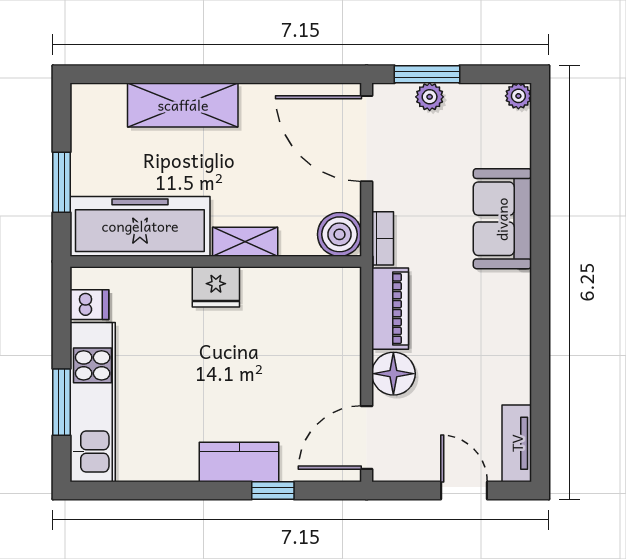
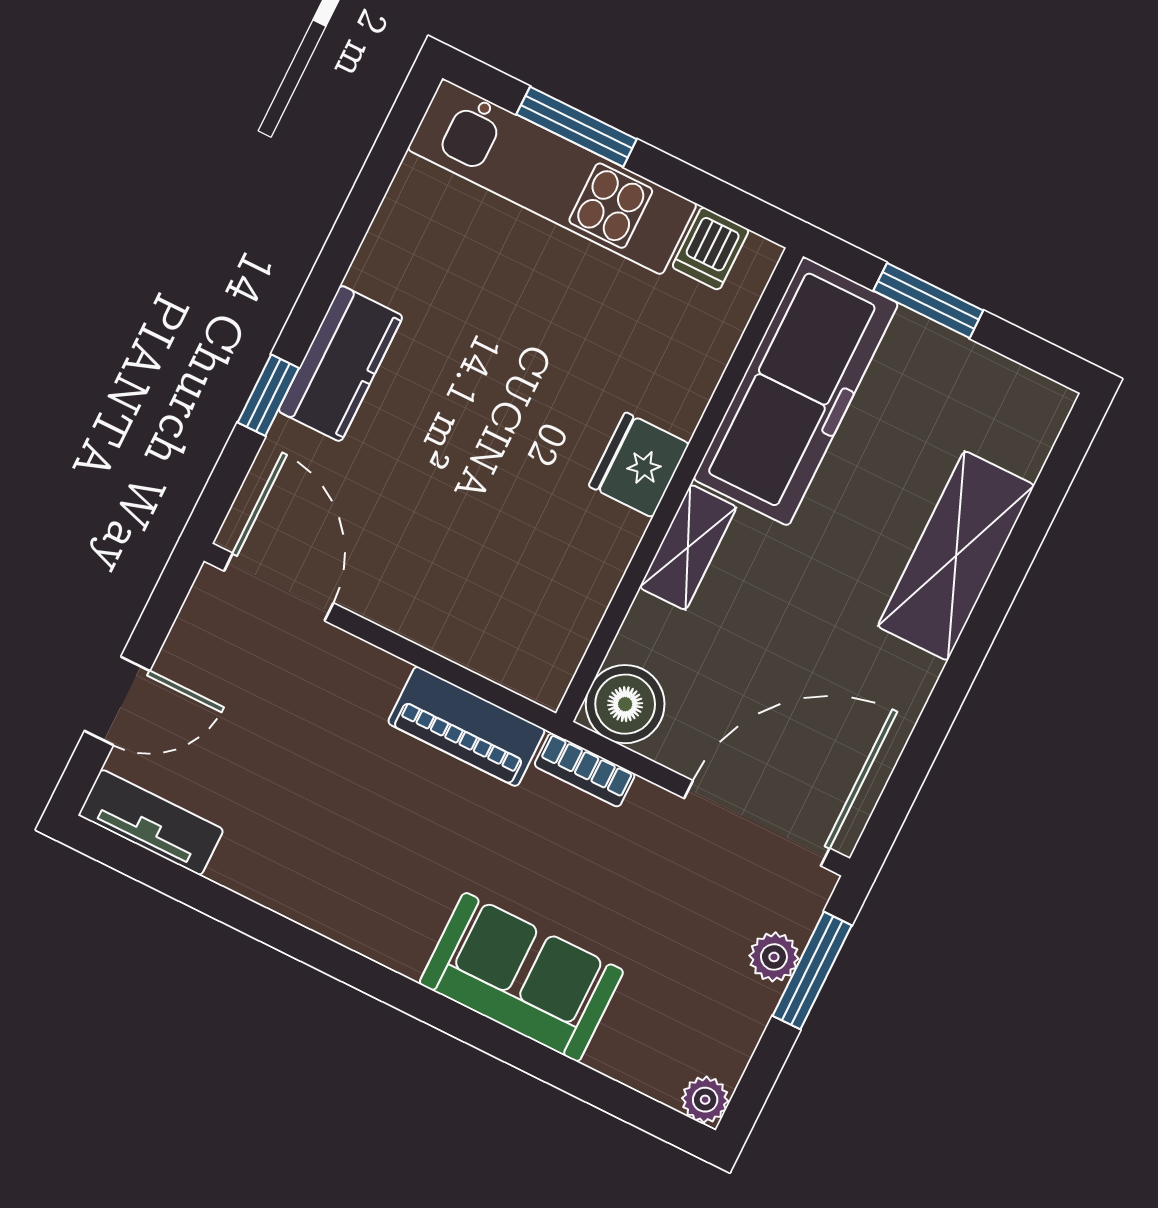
floor lamp: (393, 374) -> (360, 680), removed

